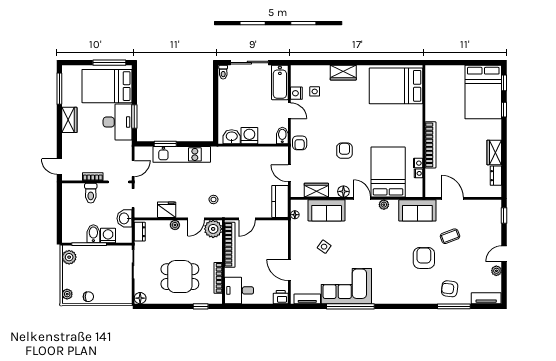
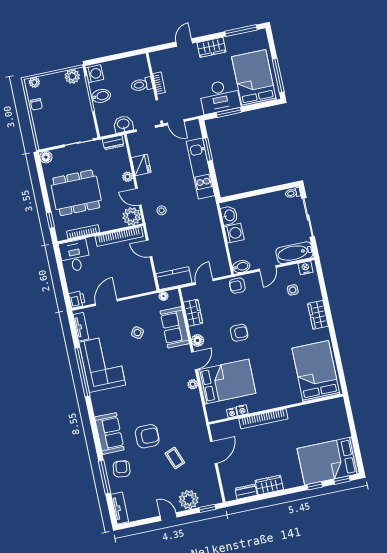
nightstand: (296, 93) -> (305, 268), moved
door: (59, 167) -> (184, 42), moved
sofa: (417, 210) -> (109, 433), moved, turned 180
washing machine: (108, 236) -> (95, 74), moved
plant: (496, 271) -> (189, 500), moved, width x1.87, depth x1.87
dining table: (180, 277) -> (76, 193), width x1.38

